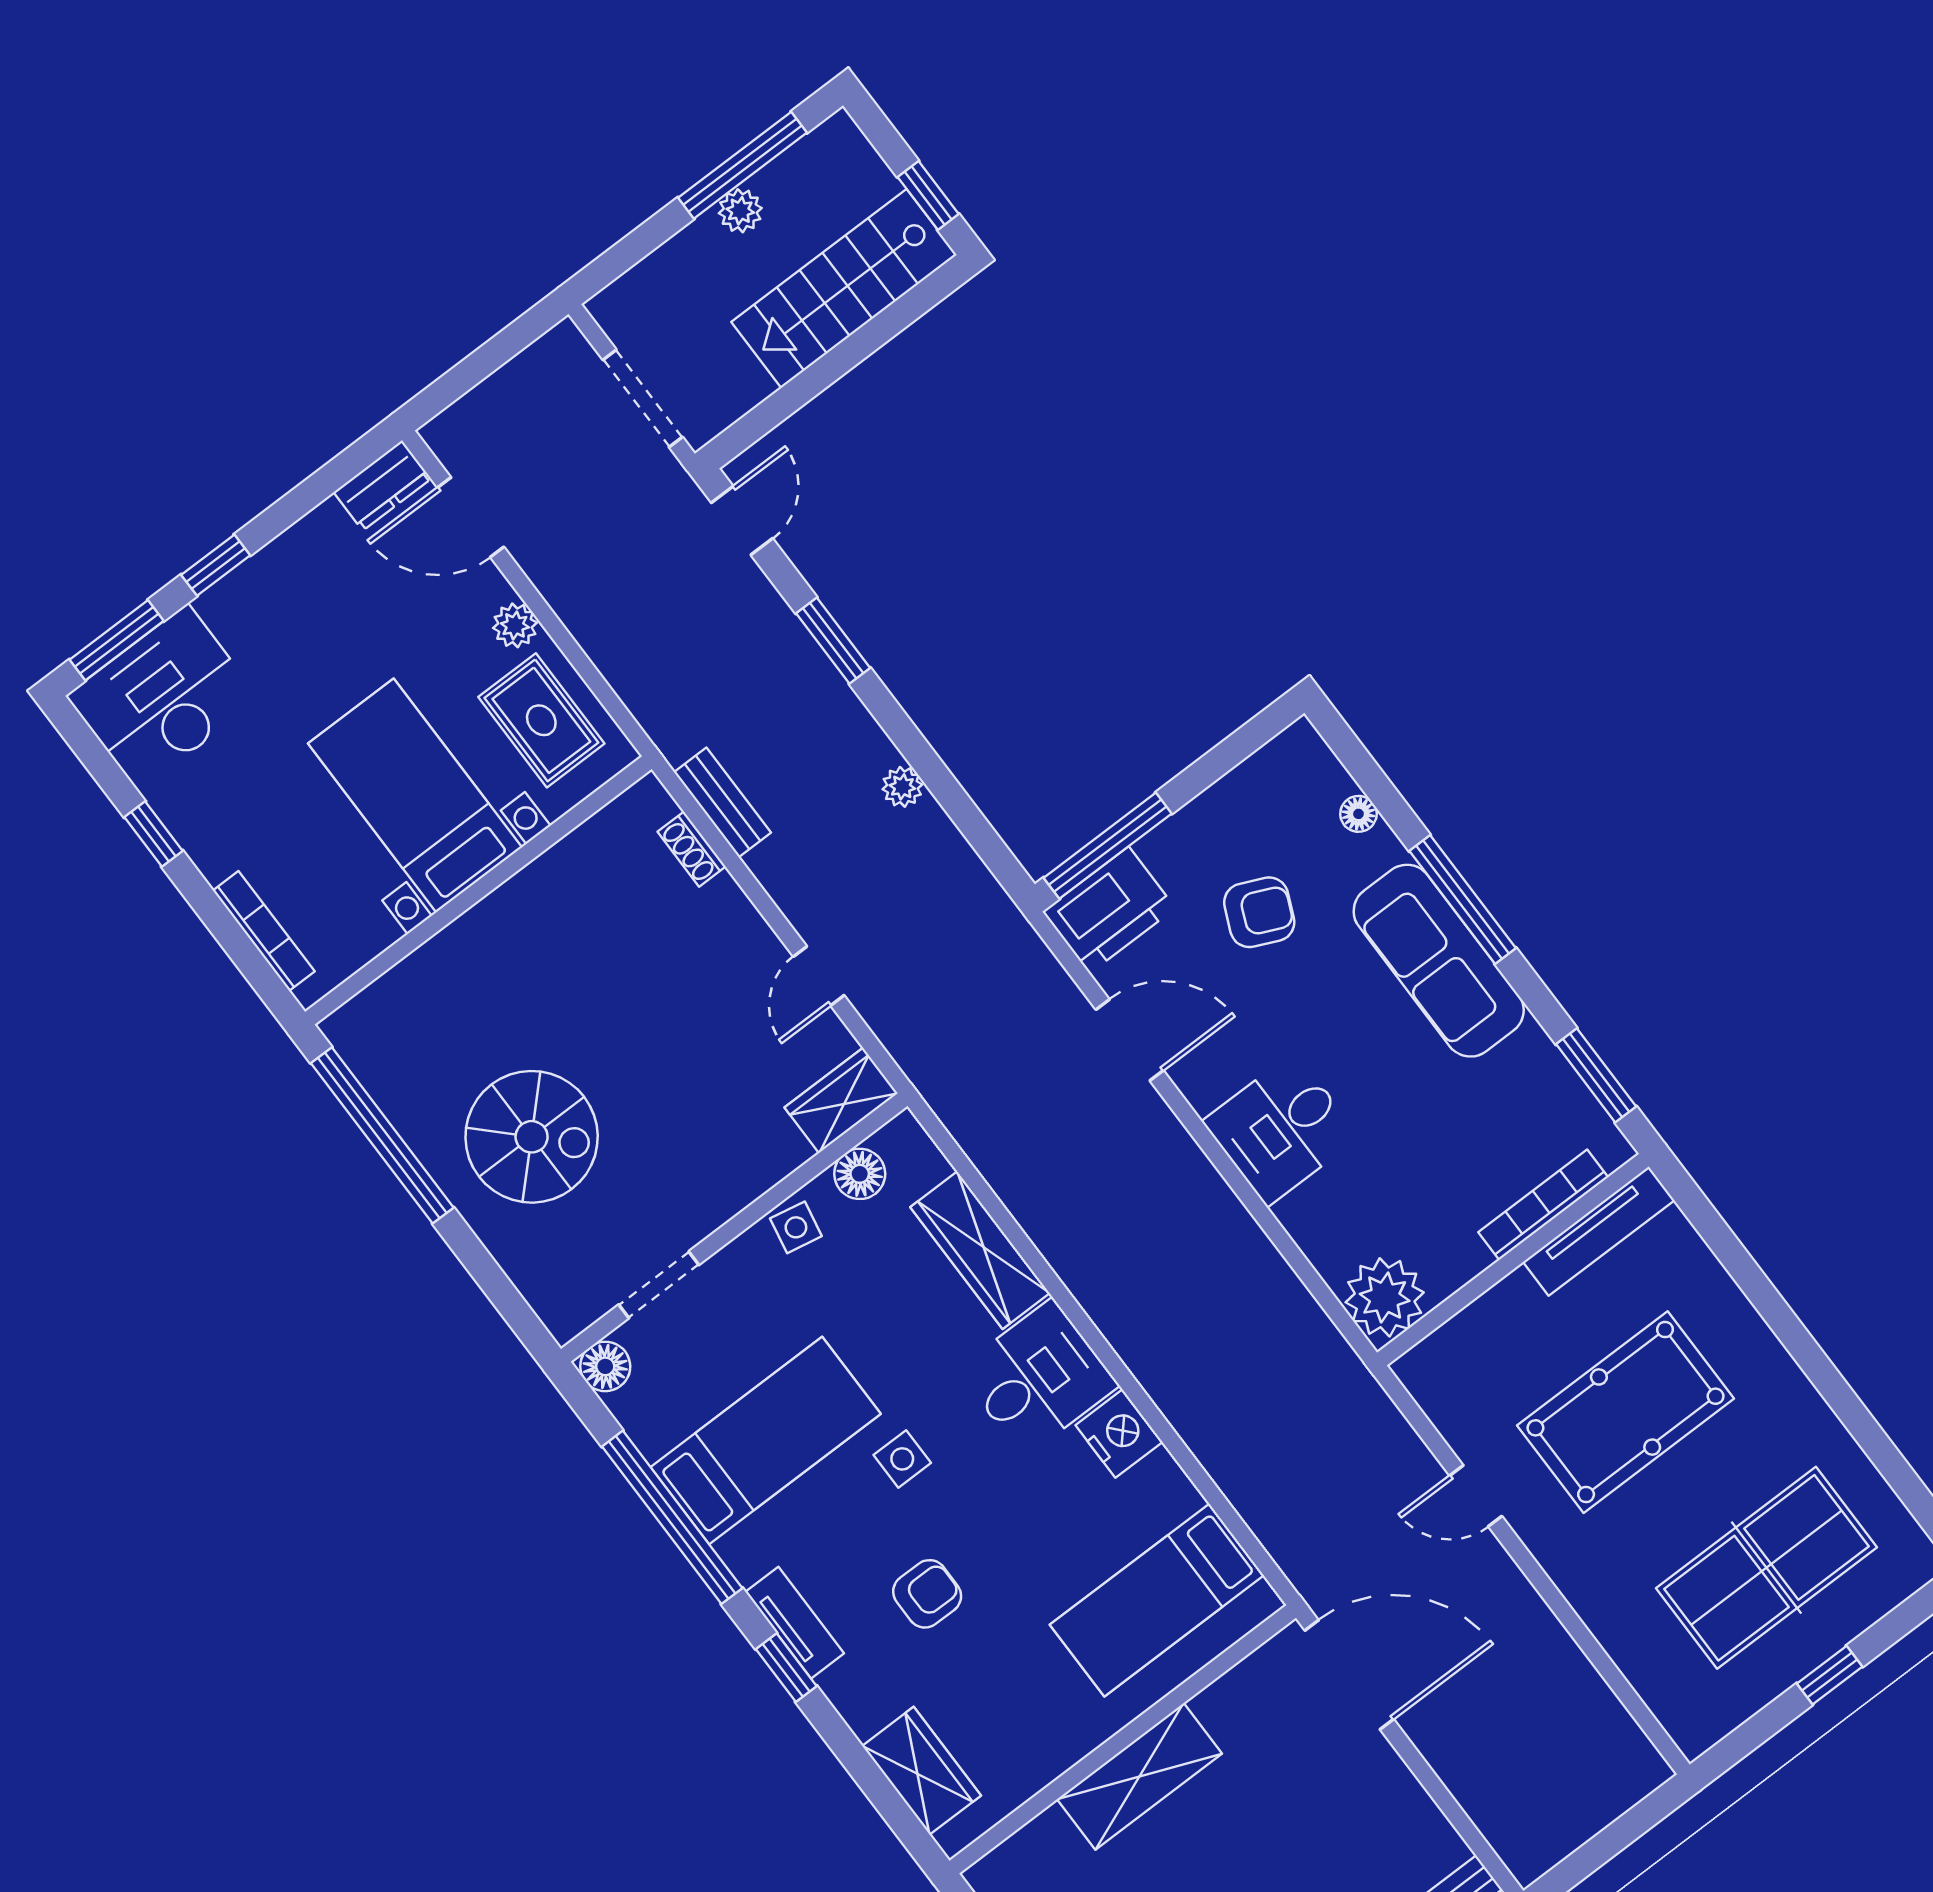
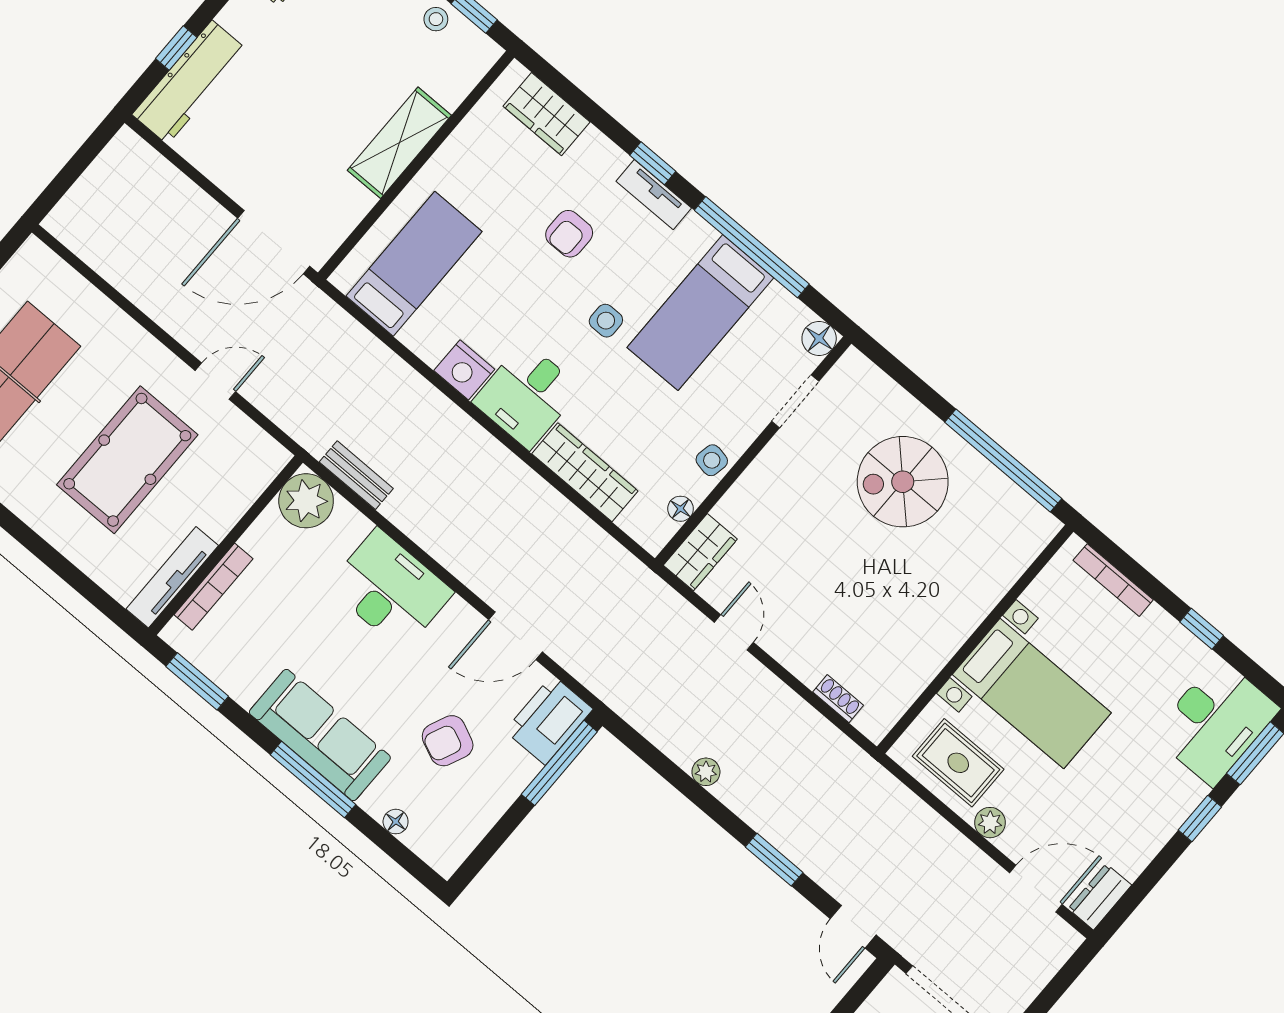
bench: (722, 802) -> (356, 475), moved
desk: (1281, 1129) -> (390, 589), width x1.37
floor lamp: (860, 1174) -> (681, 509), width x0.73, depth x0.73

